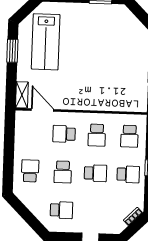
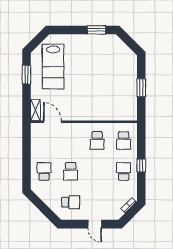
school desk: (64, 134) -> (71, 141), removed
school desk: (95, 173) -> (97, 171), removed
school desk: (128, 174) -> (124, 171), turned -90

